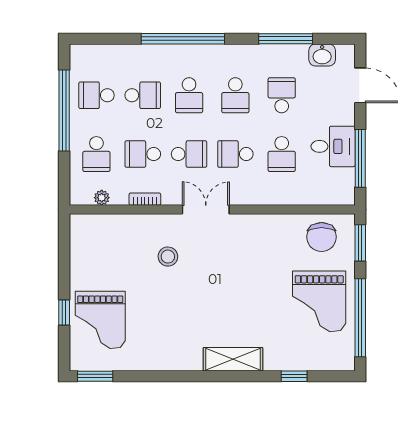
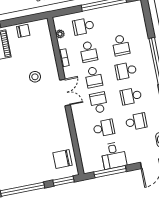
school desk: (96, 95) -> (116, 20), removed
school desk: (143, 154) -> (89, 52), turned 180
school desk: (282, 154) -> (104, 128), turned 180
chair: (83, 261) -> (23, 31), added
grand piano: (319, 301) -> (27, 165), removed

